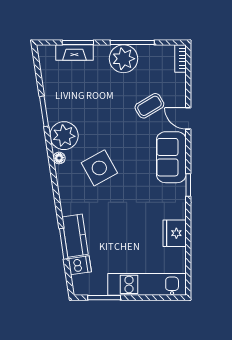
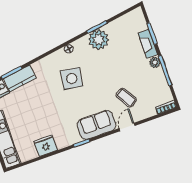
fireplace: (74, 53) -> (148, 44), moved
plant: (124, 59) -> (155, 62), width x0.53, depth x0.53
plant: (64, 136) -> (98, 40), moved
side table: (99, 168) -> (72, 79), turned 38

